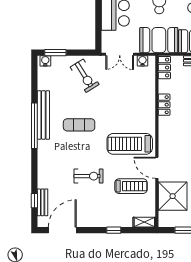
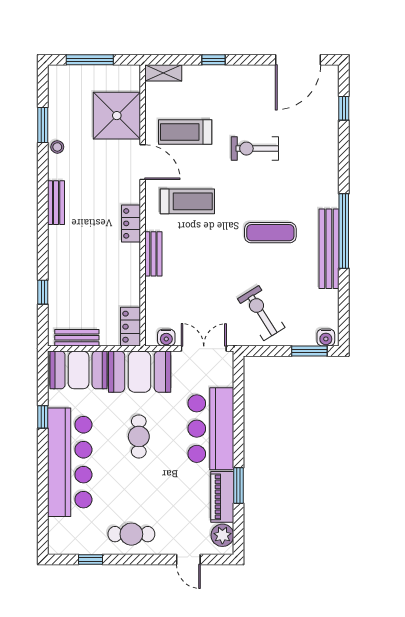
locker: (164, 105) -> (131, 223), moved
treadmill: (130, 144) -> (187, 201), width x0.73, depth x0.73
bench: (43, 202) -> (153, 254), moved

